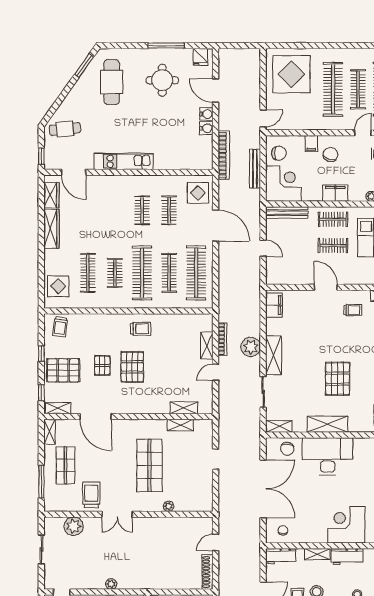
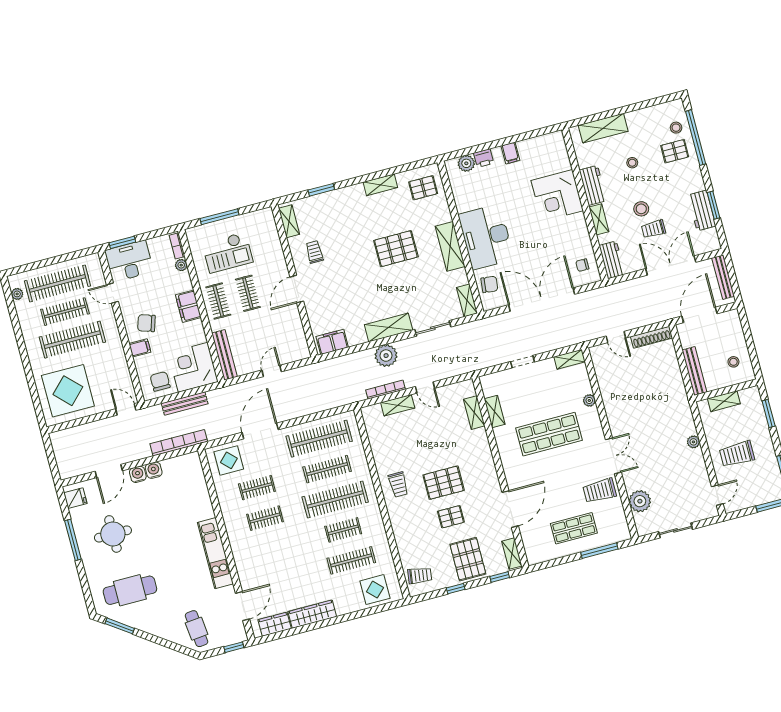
trolley: (141, 329) -> (398, 485), turned 180
shelving: (50, 432) -> (570, 359), moved

